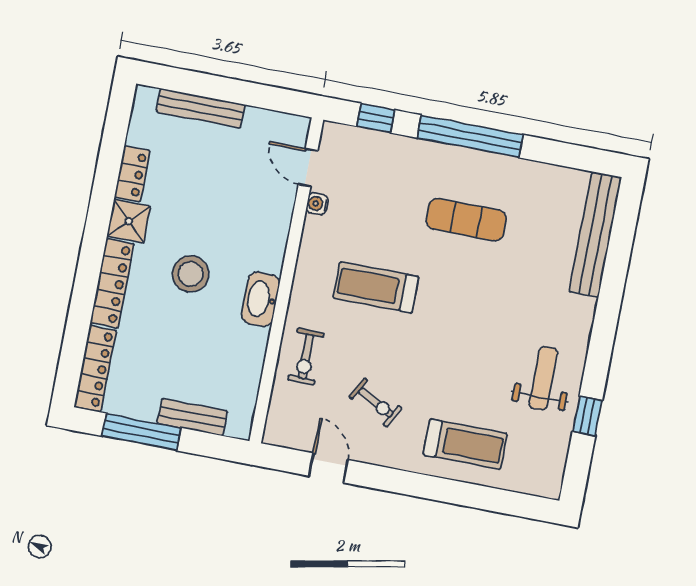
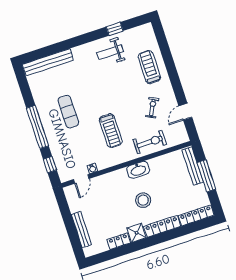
exercise bike: (306, 357) -> (150, 142), width x1.38, depth x1.39
bench: (192, 417) -> (193, 166), width x1.36
window: (142, 432) -> (206, 176), moved

